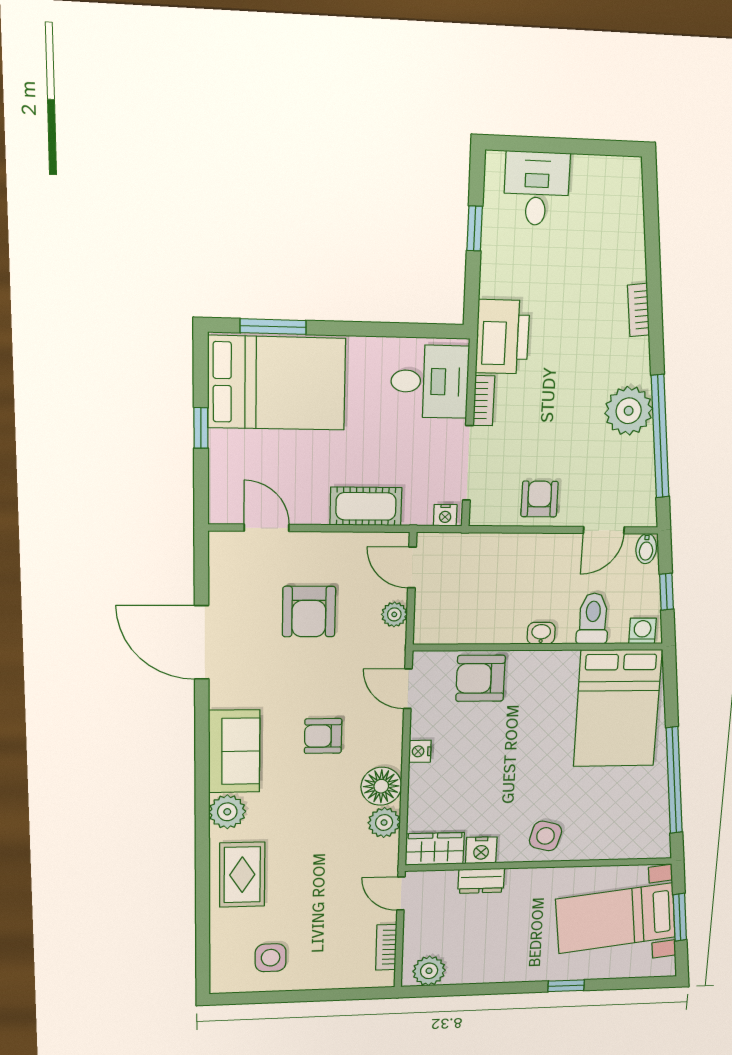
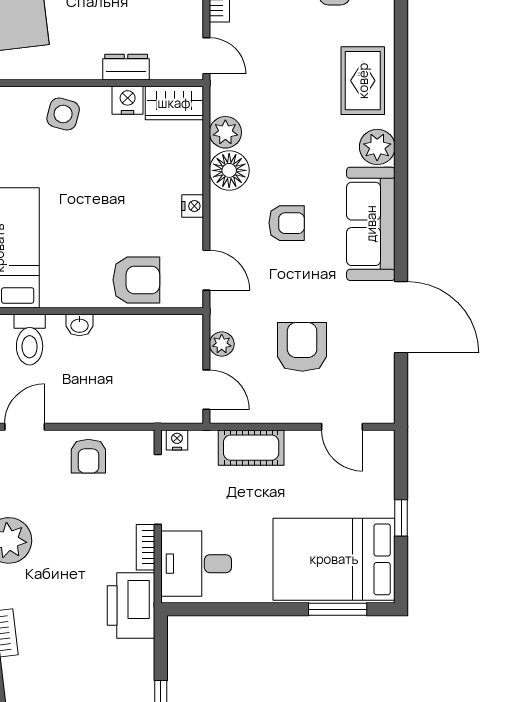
sofa: (234, 751) -> (371, 224), width x1.36

